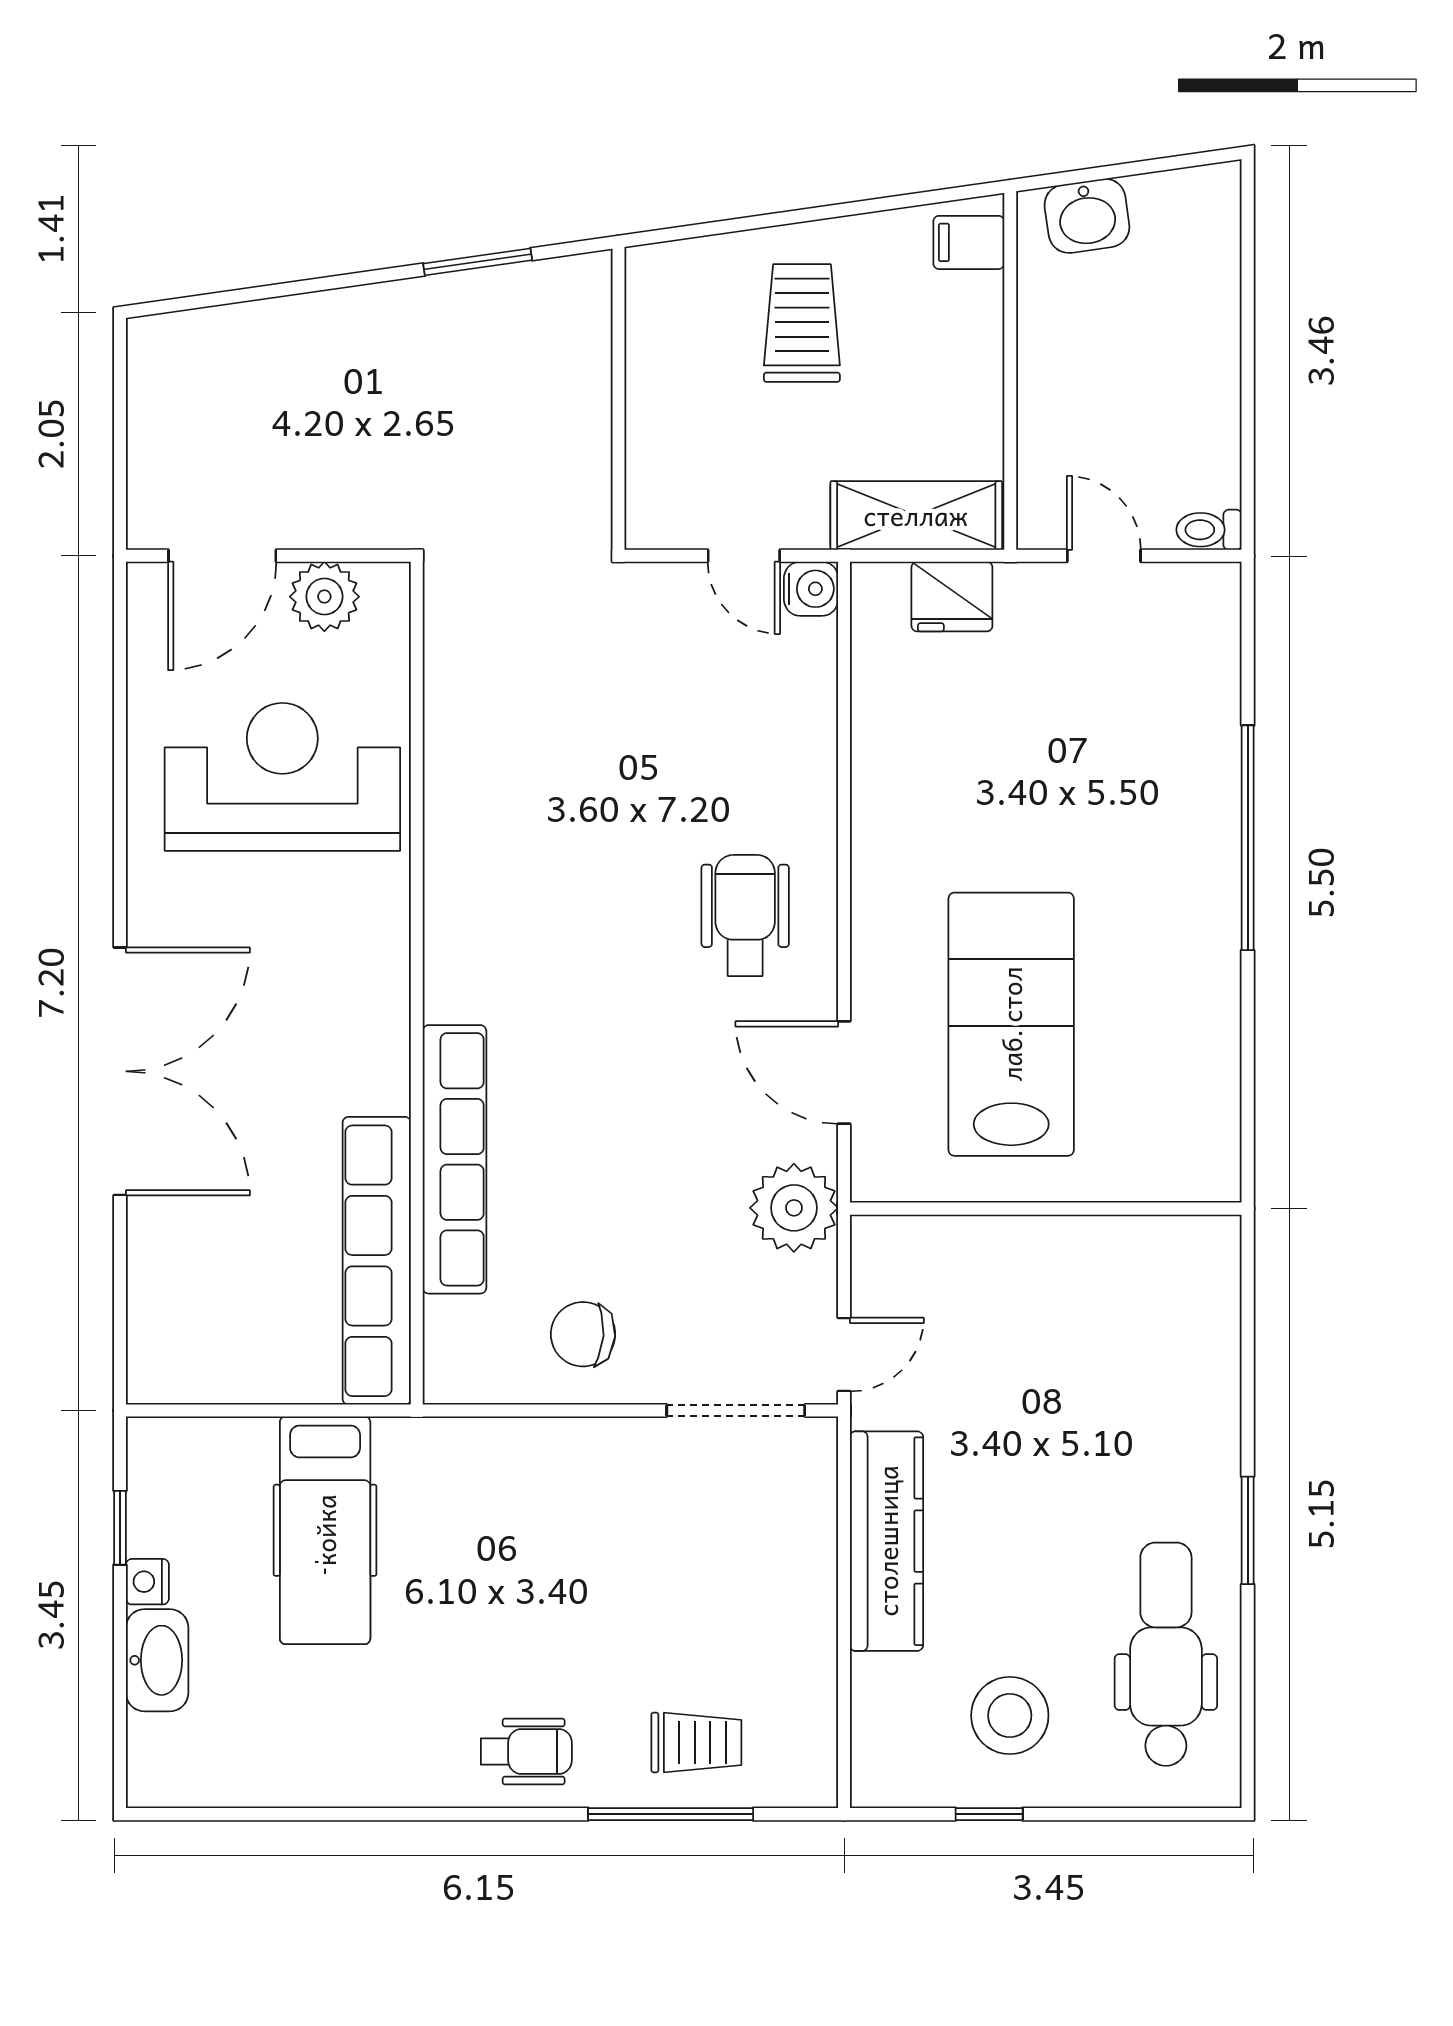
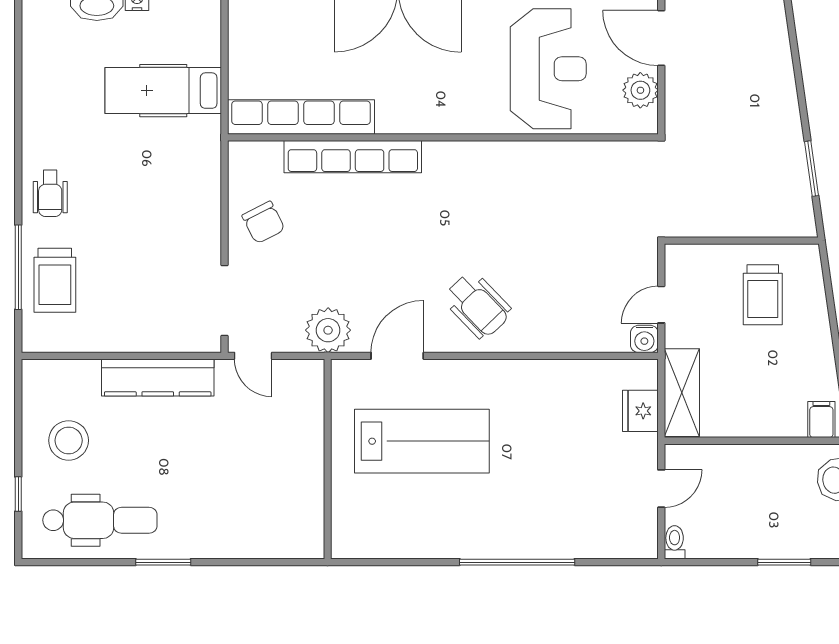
window: (1248, 315) -> (784, 562), added
trolley: (802, 323) -> (763, 295), moved, turned 90
wheelchair: (745, 916) -> (477, 305), turned 46
chair: (583, 1334) -> (263, 222), turned 149
trolley: (696, 1742) -> (55, 280), width x1.36, depth x1.39
window: (989, 1814) -> (18, 494), moved

